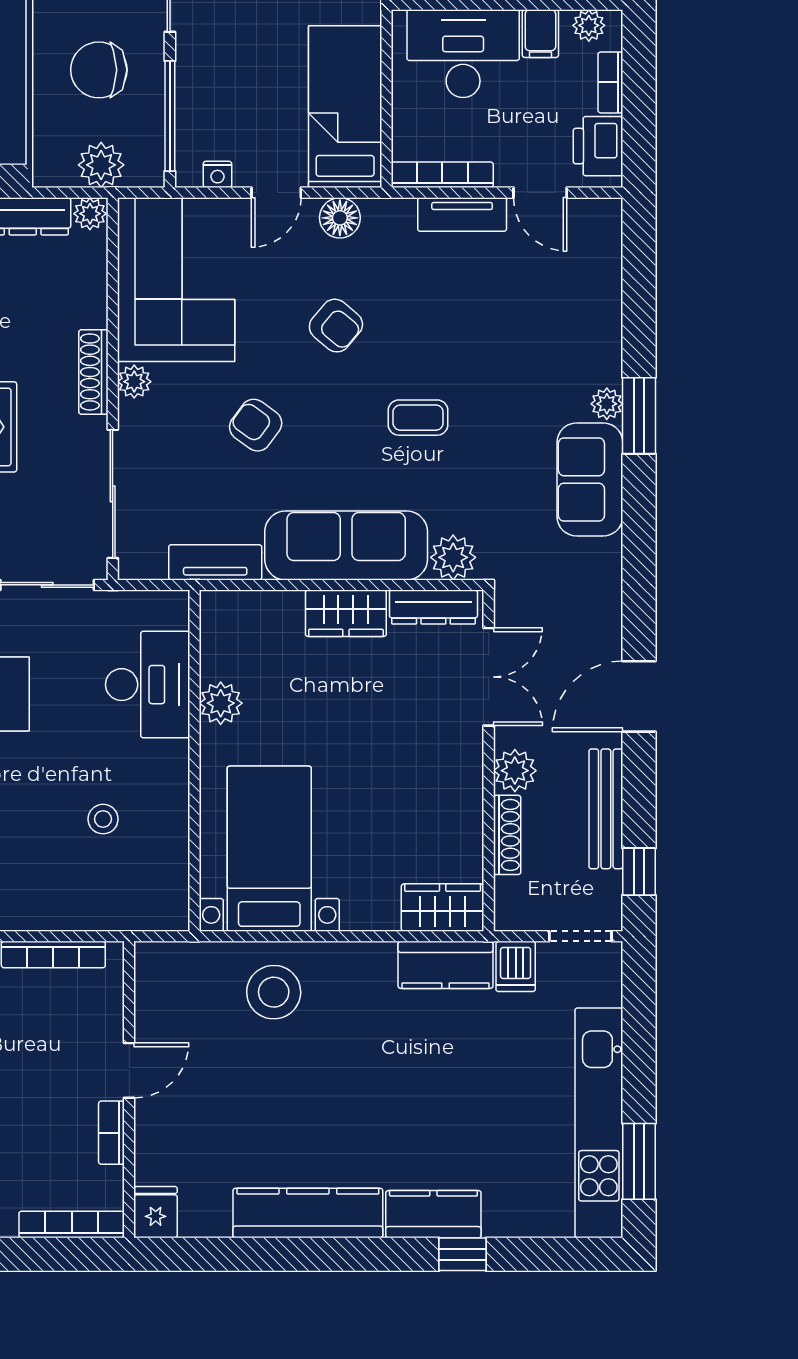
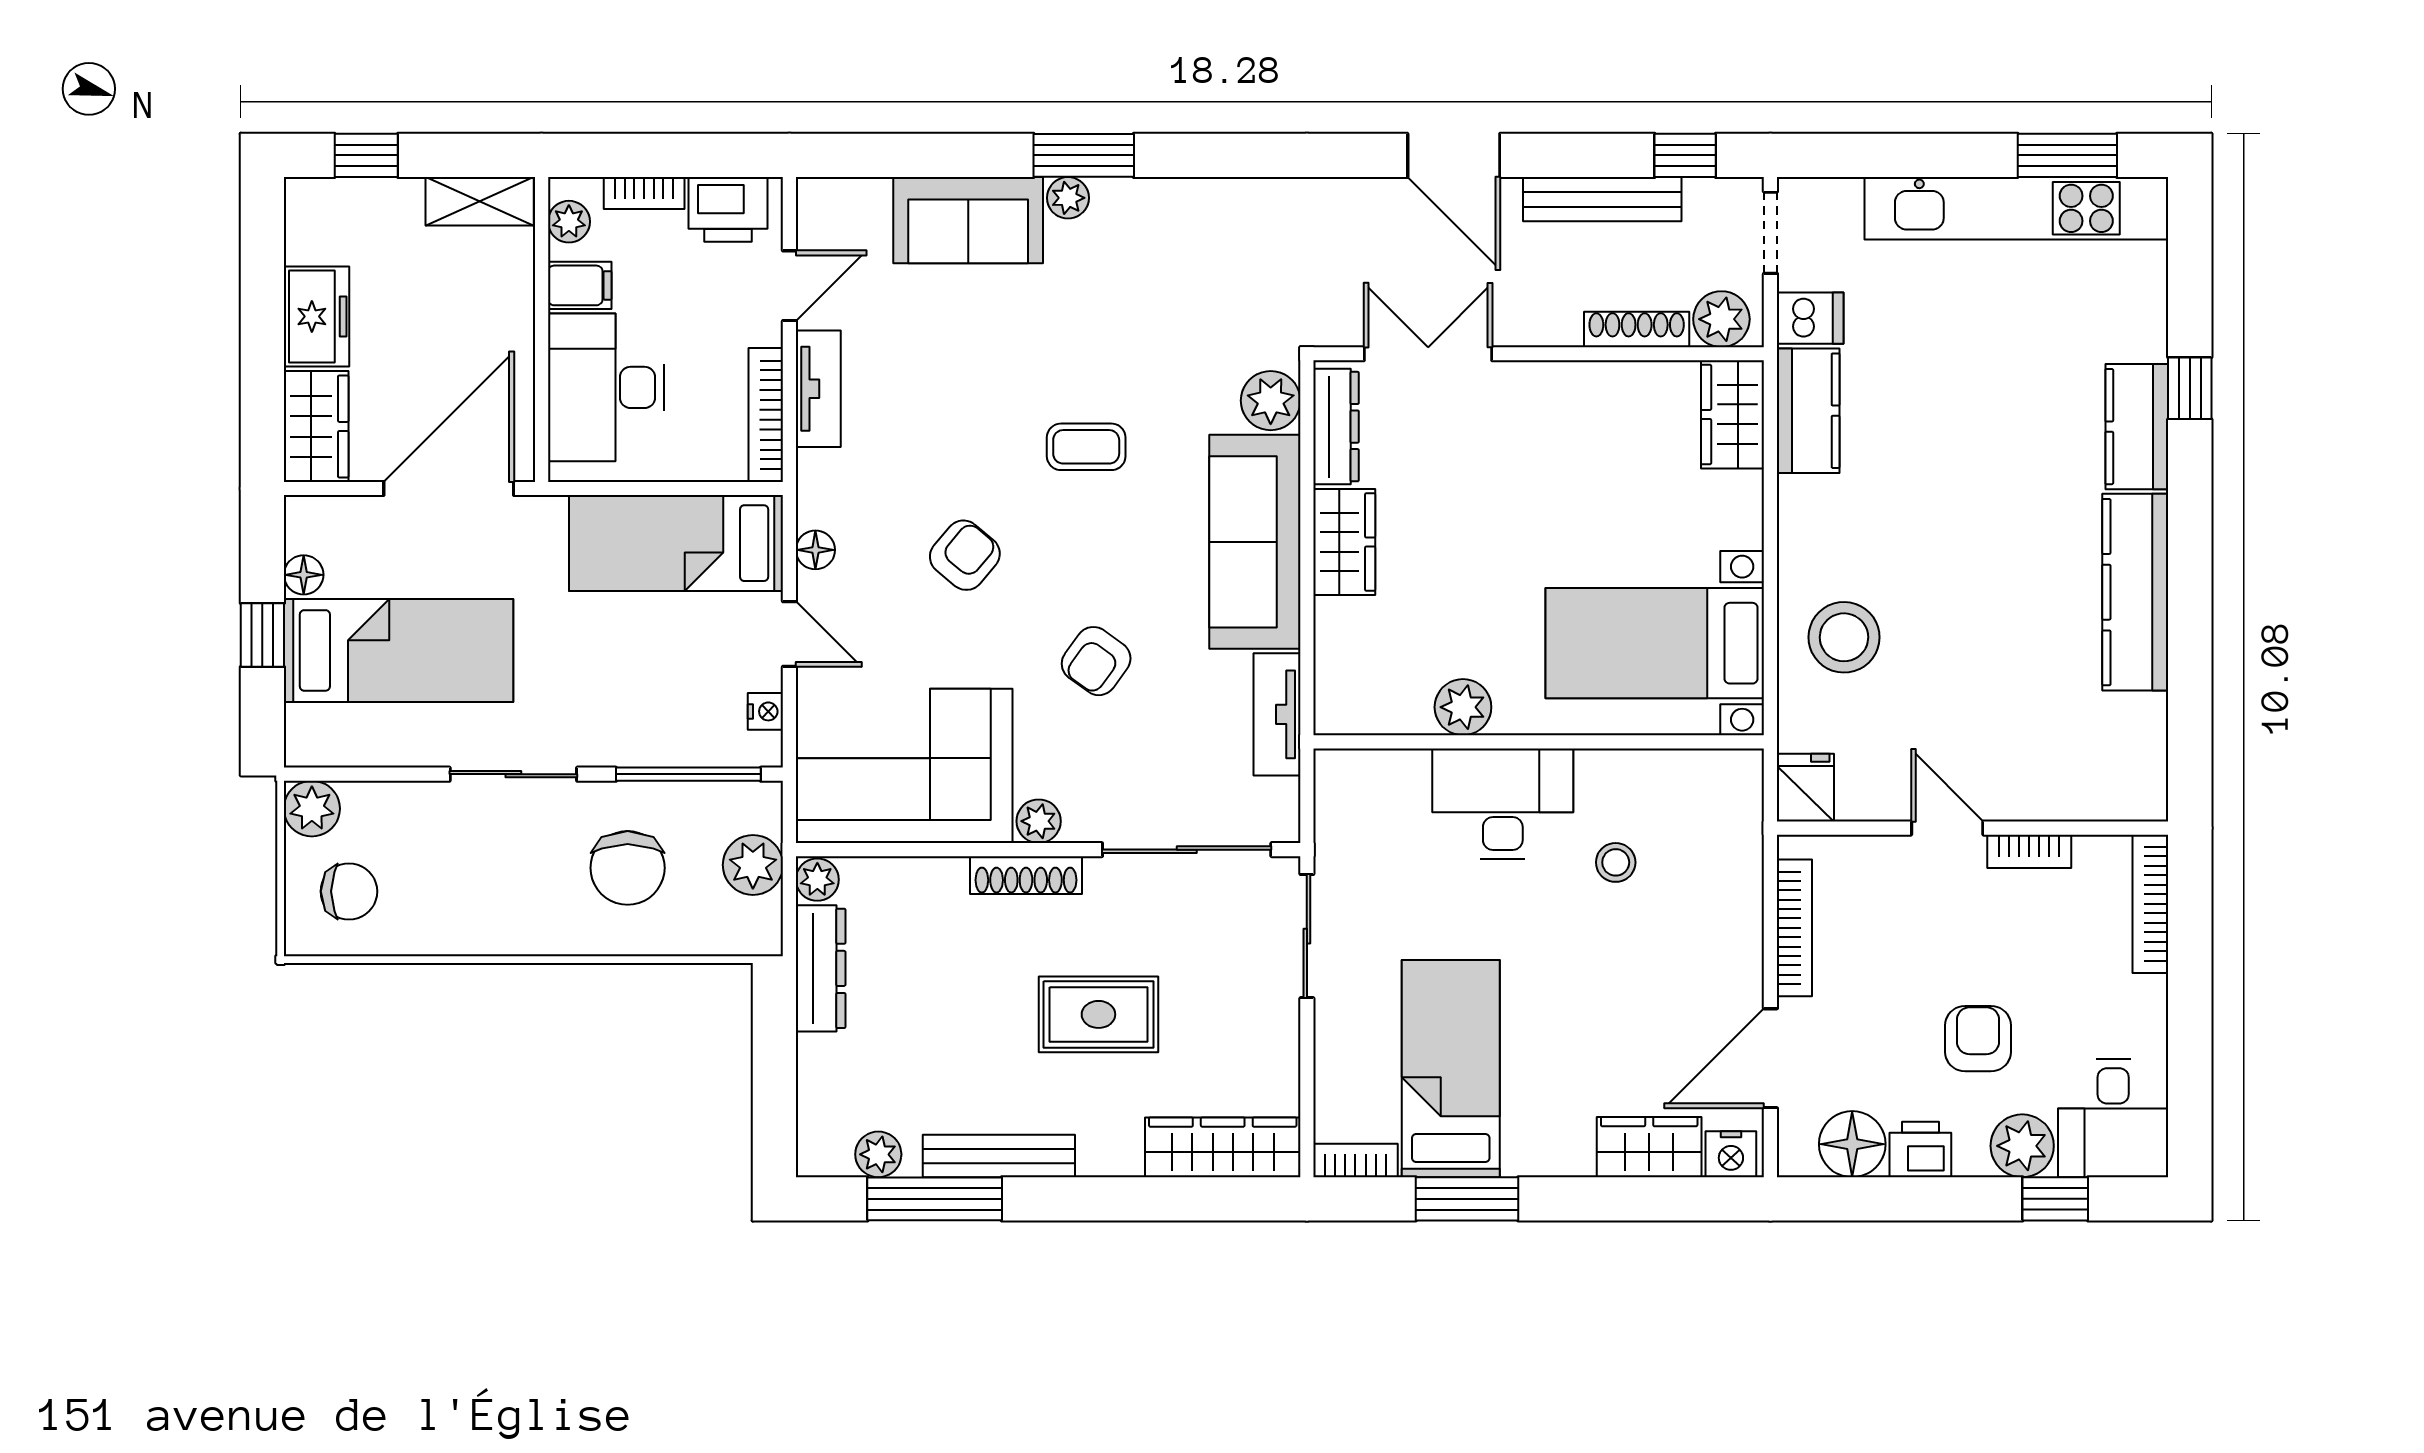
floor lamp: (340, 218) -> (815, 550), width x0.73, depth x0.73
coffee table: (418, 418) -> (1086, 447), turned 90
sofa: (590, 479) -> (968, 220), moved
desk: (148, 685) -> (1503, 804), moved
plant: (515, 771) -> (1721, 319), moved
fridge: (156, 1212) -> (1805, 788), moved, turned 90

